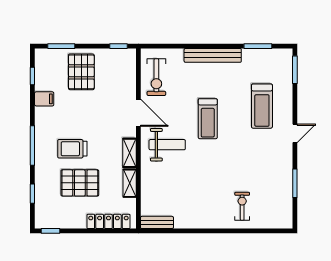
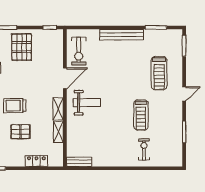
door: (138, 113) -> (65, 78), hinge flipped
treadmill: (208, 119) -> (141, 115), moved
pallet: (80, 183) -> (20, 132), width x0.67, depth x0.71
locker: (108, 221) -> (36, 161), width x0.66

